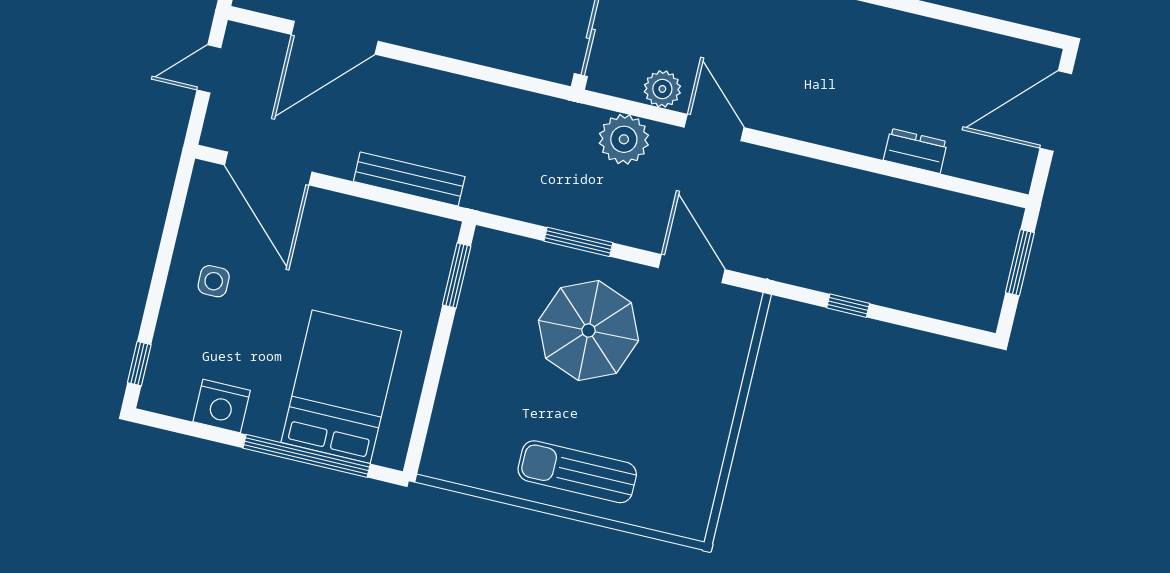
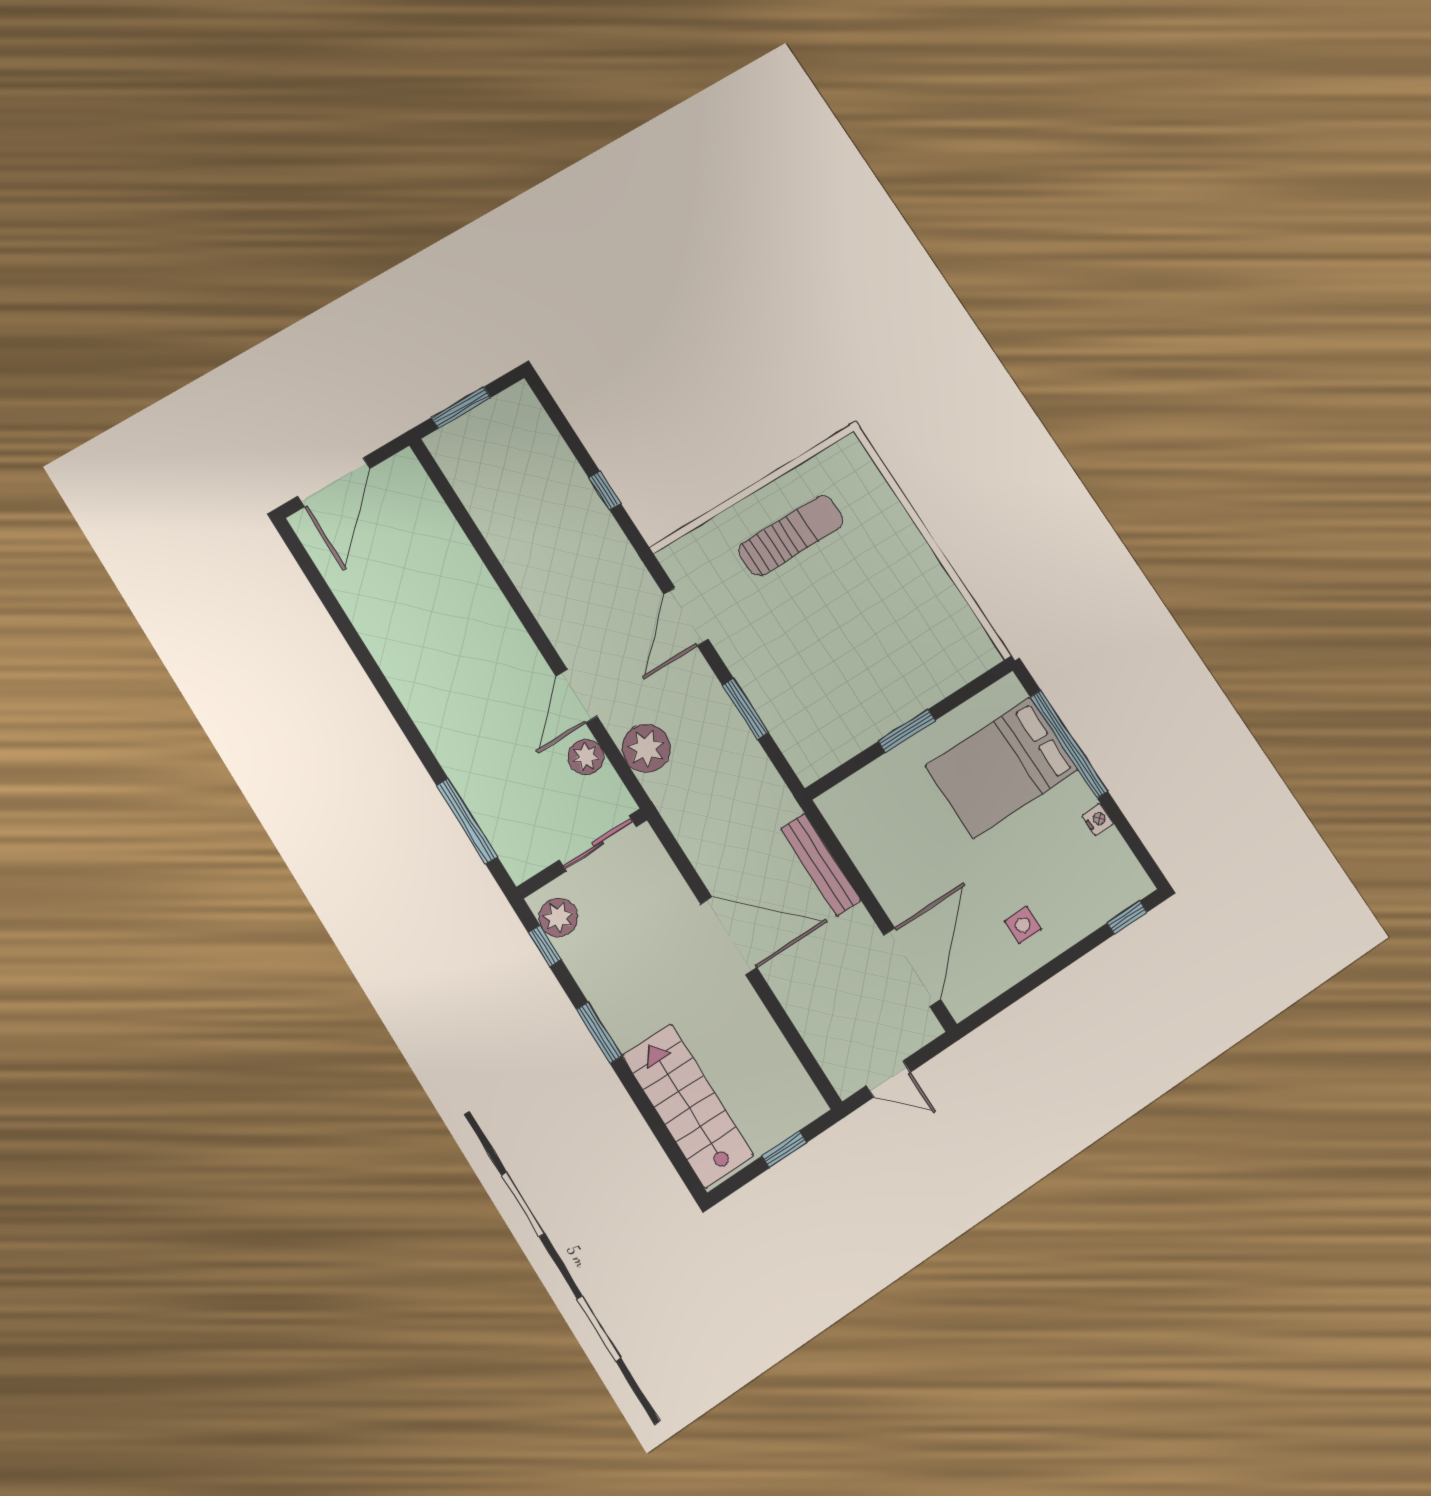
door: (335, 38) -> (729, 936), moved
door: (1056, 111) -> (334, 482), hinge flipped
dresser: (915, 151) -> (456, 548), removed
window: (457, 275) -> (907, 731), moved
parasol: (589, 330) -> (796, 643), removed
nightstand: (222, 406) -> (1098, 820), width x0.53, depth x0.56
sun lounger: (577, 472) -> (791, 535), moved, turned -90

